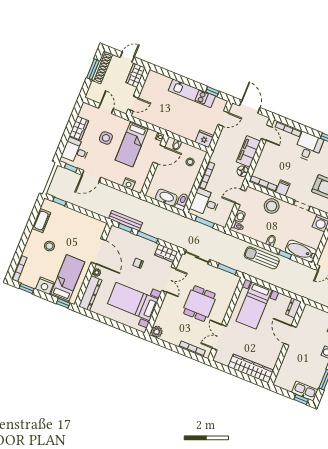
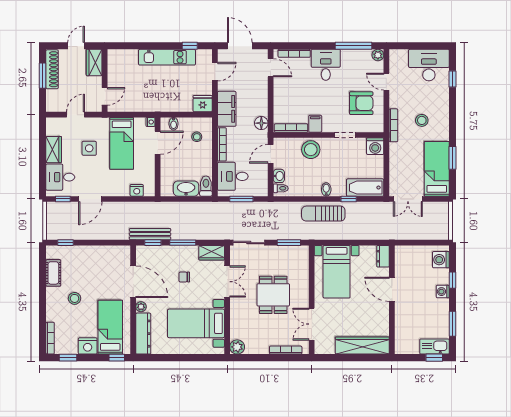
door: (106, 109) -> (76, 115), hinge flipped
filing cabinet: (248, 151) -> (227, 109), moved, turned 180

